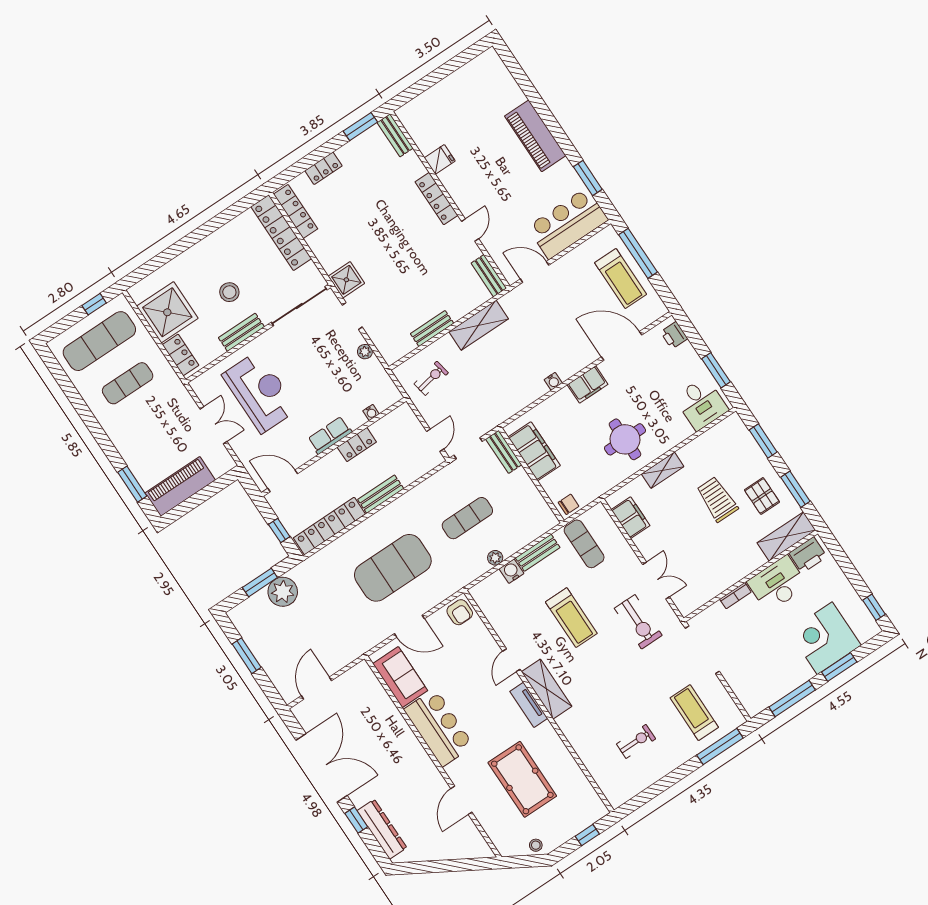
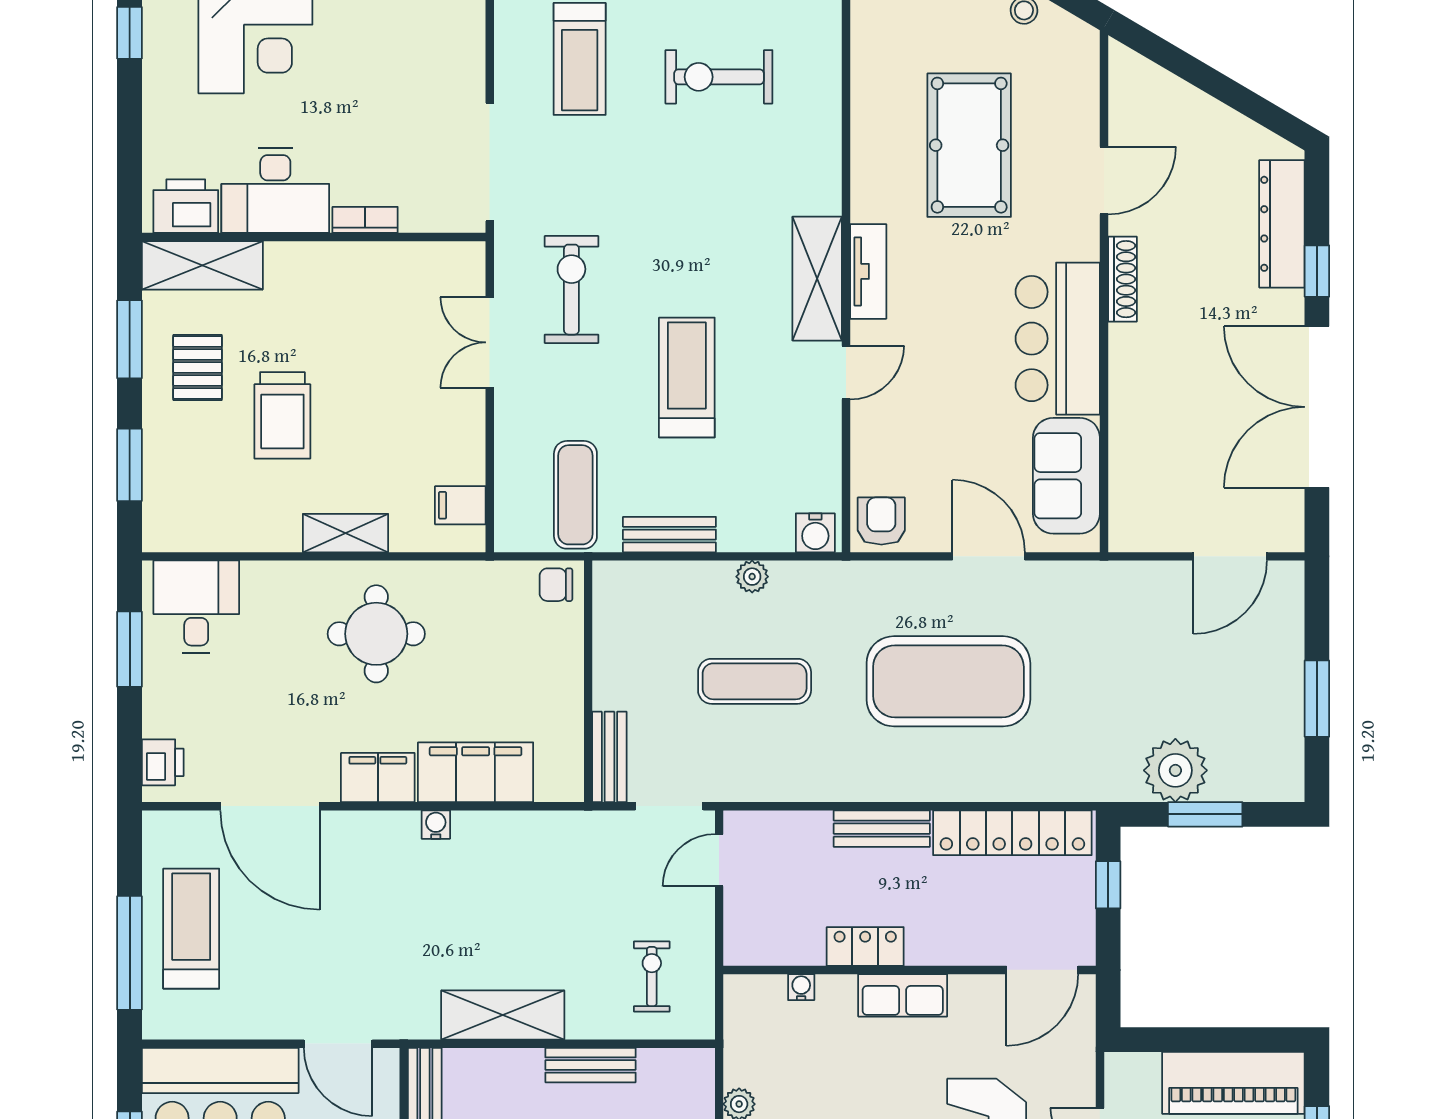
exercise bike: (431, 378) -> (652, 976), turned 101
filing cabinet: (534, 451) -> (476, 772), moved, turned 90
door: (283, 481) -> (1042, 970), hinge flipped
filing cabinet: (631, 518) -> (460, 505), width x0.50
water cooler: (512, 571) -> (815, 533), moved
exercise bike: (636, 741) -> (719, 77), width x1.38, depth x1.39
shoe rack: (429, 767) -> (1123, 279), added

